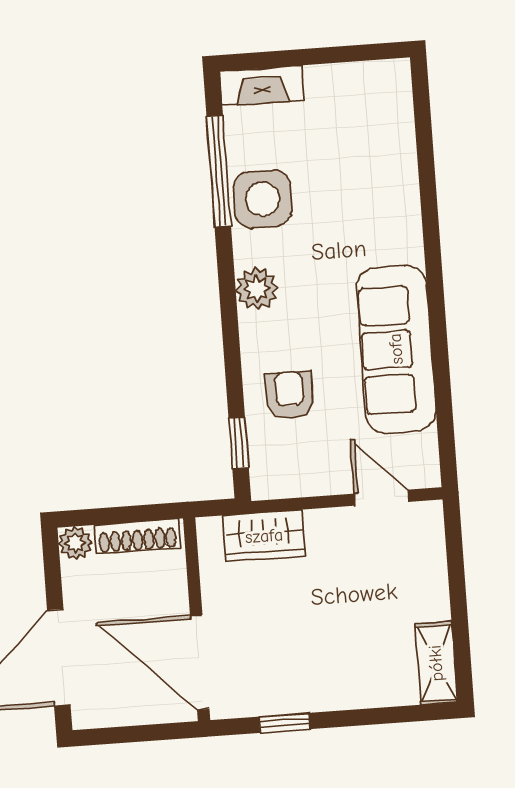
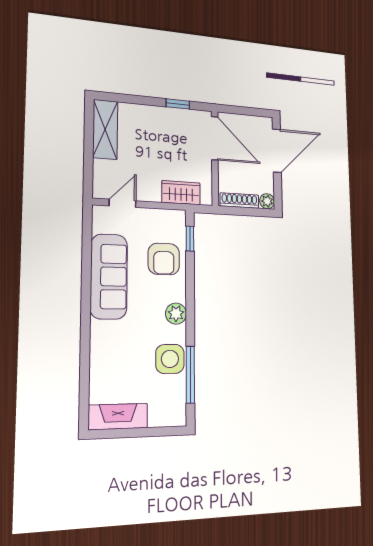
fireplace: (262, 86) -> (118, 416), moved, width x1.37, depth x1.32
armchair: (290, 395) -> (164, 259), width x1.38, depth x1.38
door: (382, 498) -> (123, 203), swing flipped
shelving: (436, 663) -> (105, 129), width x1.50, depth x1.33

